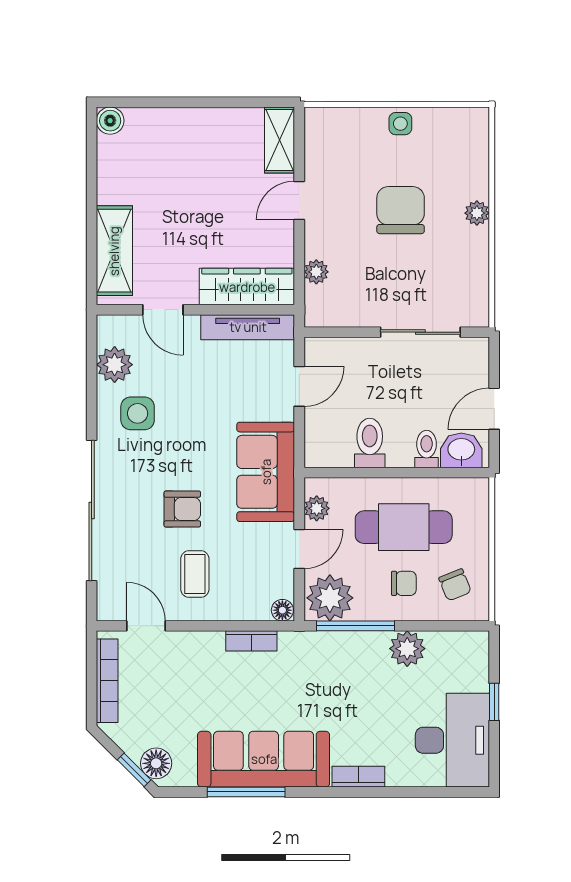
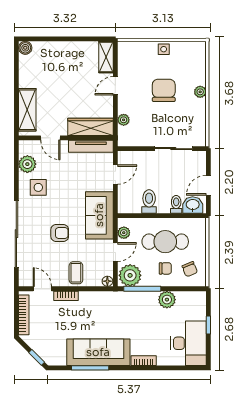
coffee table: (195, 574) -> (76, 273), moved
bookcase: (251, 641) -> (66, 296), moved
floor lamp: (156, 763) -> (47, 354), removed

